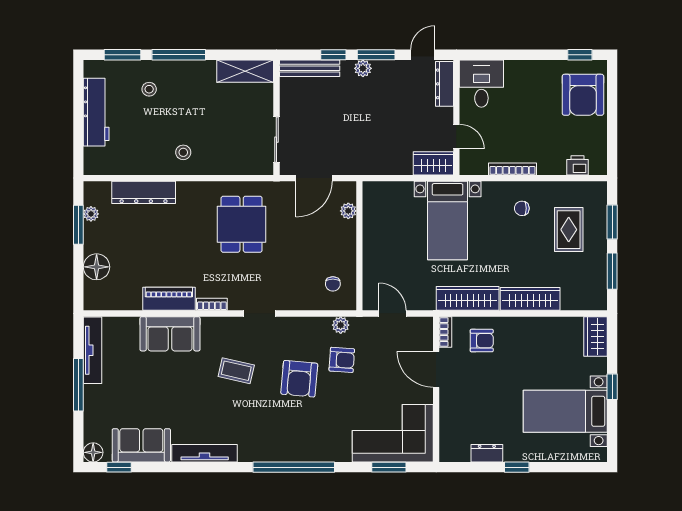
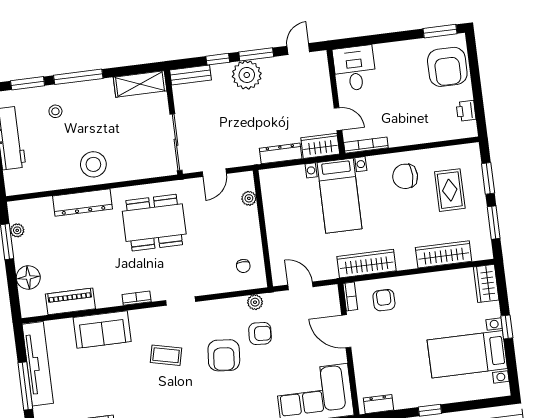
window: (580, 55) -> (440, 31), width x1.50
bench: (310, 68) -> (190, 75), width x0.73
plant: (363, 68) -> (247, 75), width x1.88, depth x1.88
dresser: (445, 84) -> (281, 153), moved, turned 90
sliding door: (276, 140) -> (176, 142), width x1.37
stool: (183, 152) -> (93, 164), width x1.89, depth x1.89
printer: (578, 165) -> (466, 111), moved, turned -90
bookcase: (512, 169) -> (366, 145), moved
door: (314, 178) -> (214, 173), width x0.73
dresser: (144, 192) -> (83, 202), moved
chair: (522, 208) -> (405, 176), width x1.87, depth x1.87
dining table: (242, 224) -> (154, 223), width x1.38
piano: (169, 299) -> (70, 301), moved
wardrobe: (530, 299) -> (444, 254), moved
armchair: (482, 341) -> (384, 300), turned -90
tv unit: (92, 350) -> (38, 364), width x1.36, depth x1.29
dresser: (487, 453) -> (378, 404), moved

